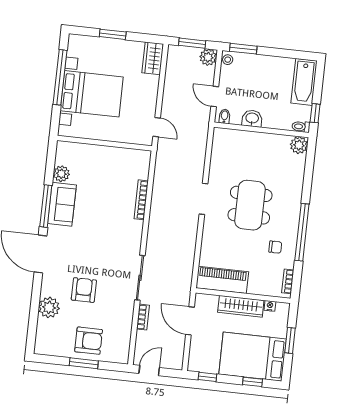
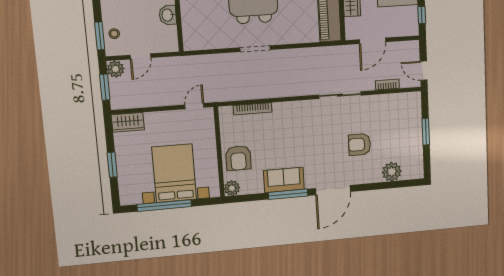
stool: (228, 60) -> (114, 34), moved
door: (215, 97) -> (140, 56), moved
bidet: (225, 116) -> (171, 43), removed
plant: (61, 174) -> (232, 188), moved
bookcase: (141, 200) -> (253, 109), moved
plant: (49, 307) -> (392, 172), moved
bookcase: (143, 317) -> (387, 85), moved
armchair: (89, 341) -> (238, 158), moved, turned 180

